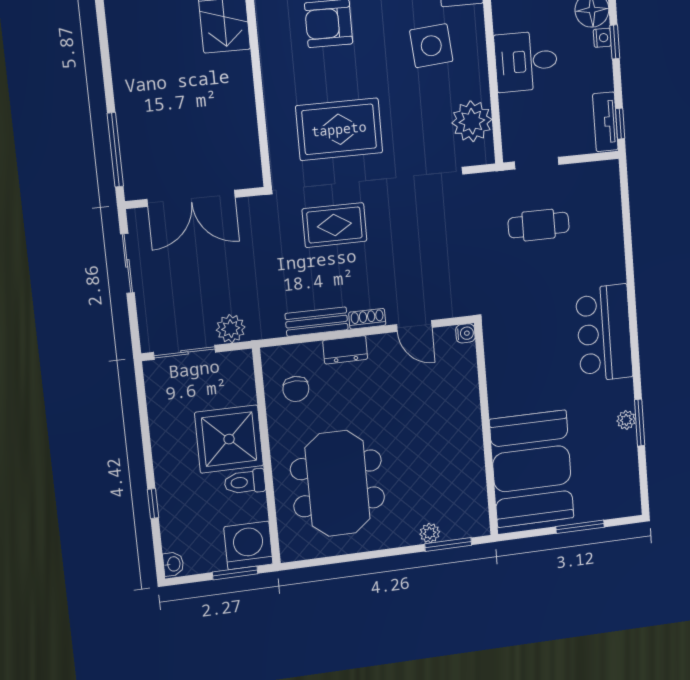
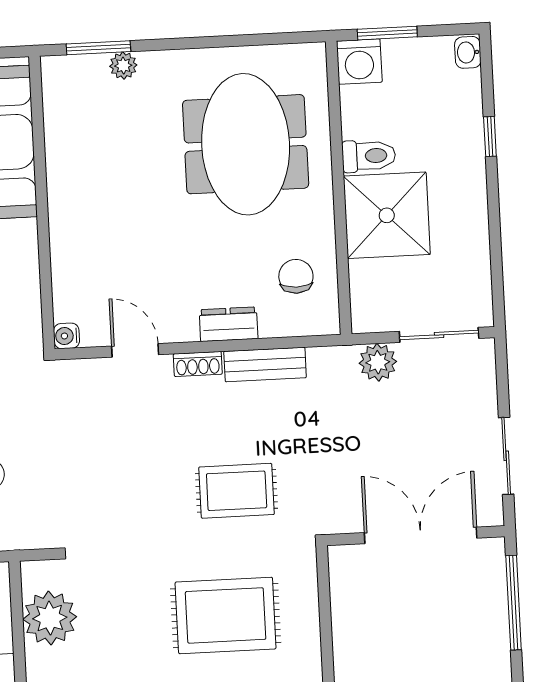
washing machine: (248, 545) -> (359, 62), width x0.73, depth x0.73

